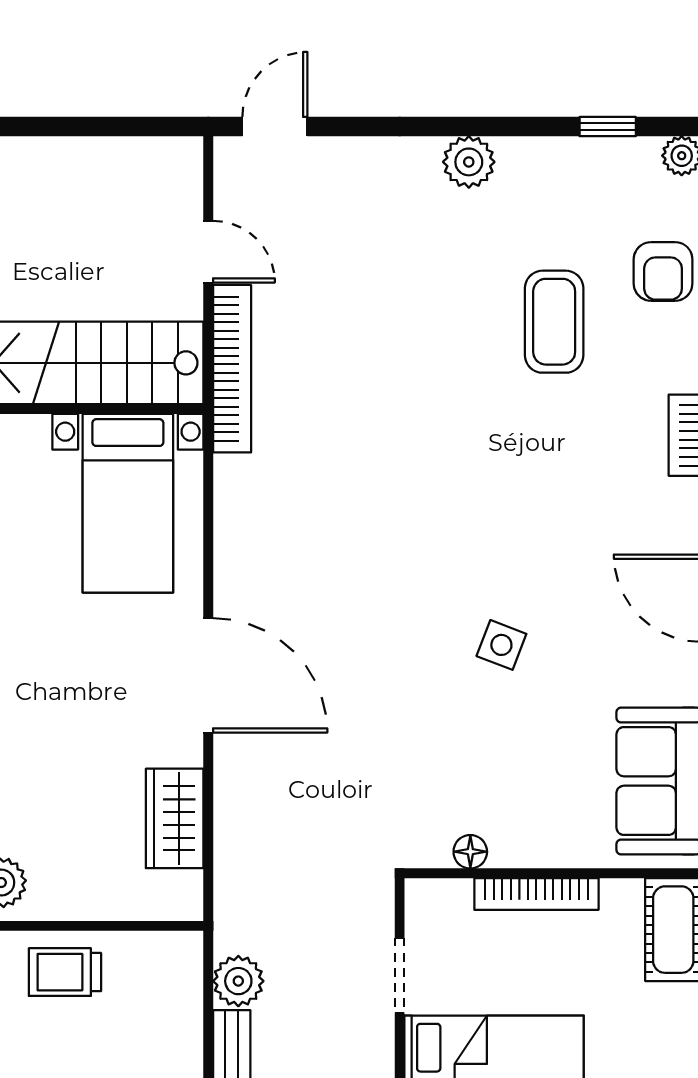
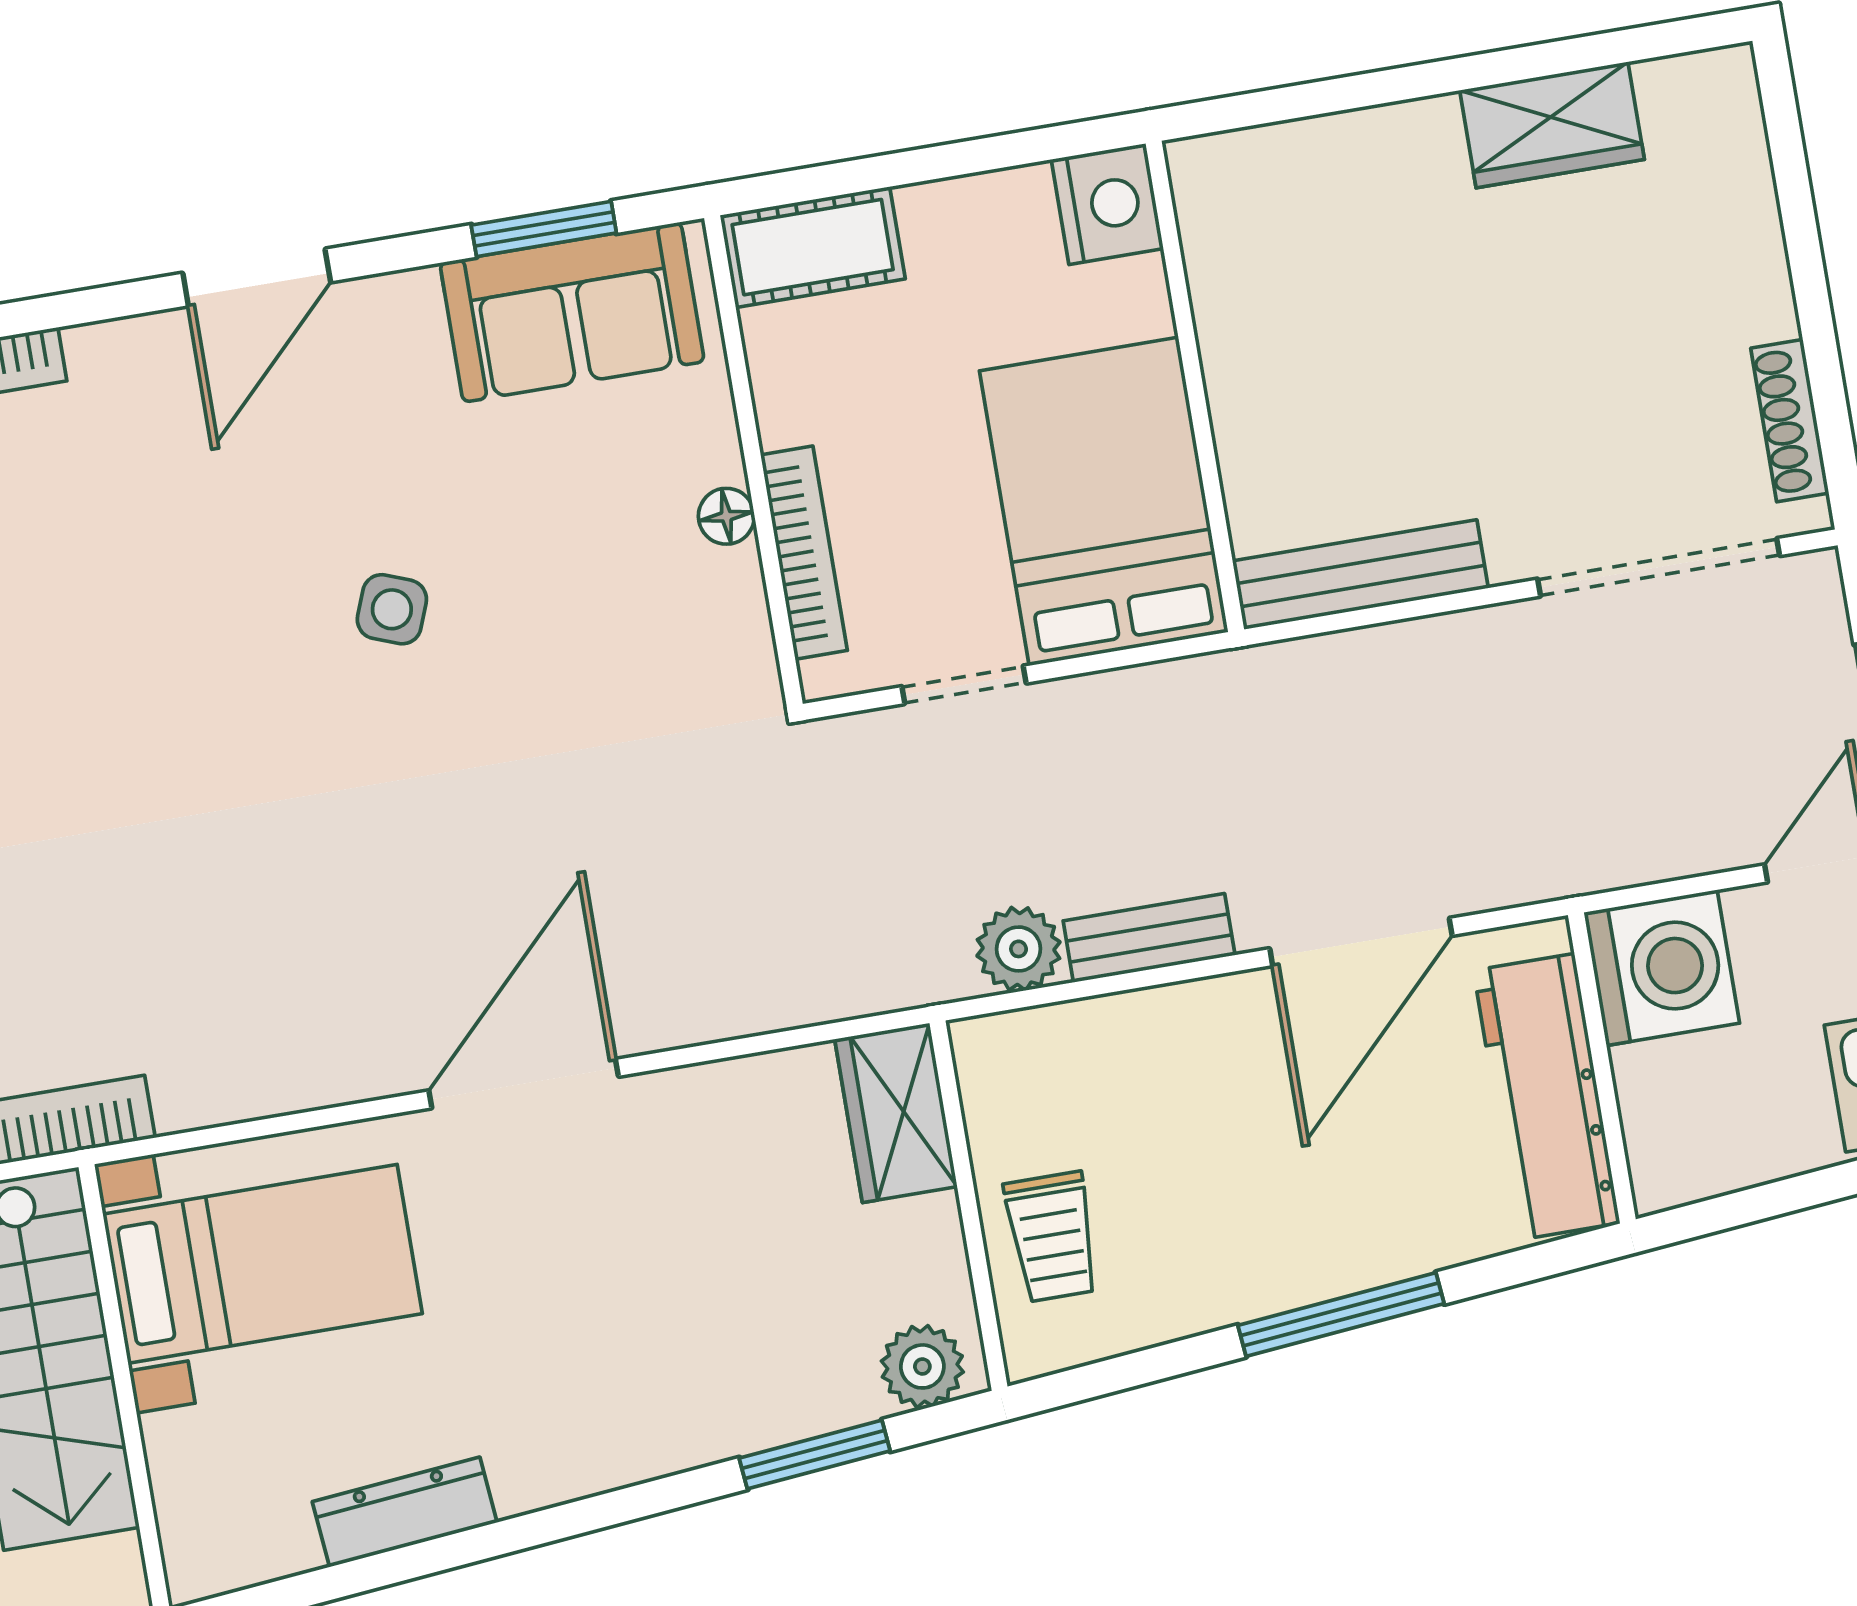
wardrobe: (175, 818) -> (896, 1113), moved, turned 90
floor lamp: (470, 852) -> (726, 516), moved
bookcase: (536, 894) -> (804, 553), moved

